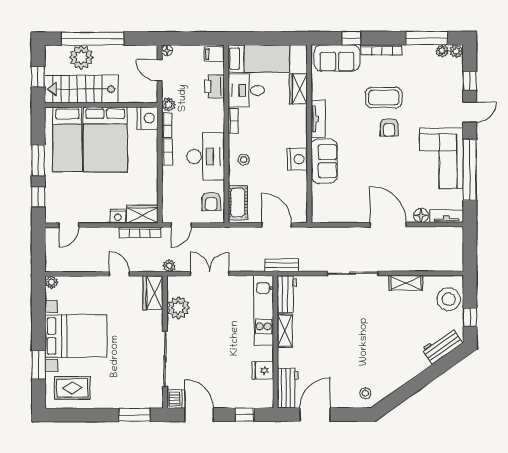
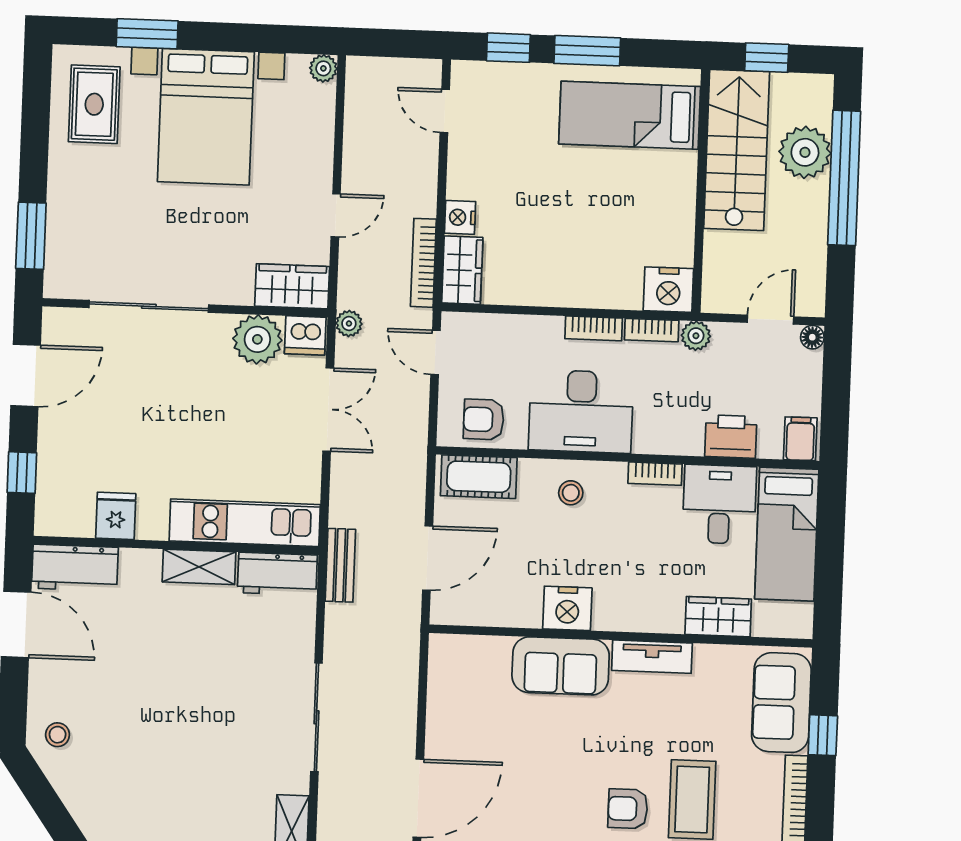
bed: (105, 139) -> (626, 197), removed
dishwasher: (176, 399) -> (305, 335), moved

